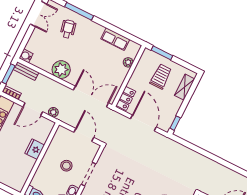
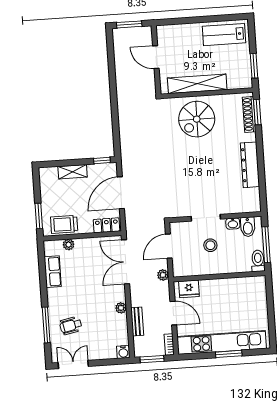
plant: (61, 70) -> (121, 308), width x0.53, depth x0.53
bench: (26, 71) -> (137, 322), moved
trolley: (161, 77) -> (64, 224), moved
shelving: (185, 87) -> (73, 172), moved
plant: (53, 112) -> (163, 275), moved
fridge: (35, 149) -> (189, 289), moved

